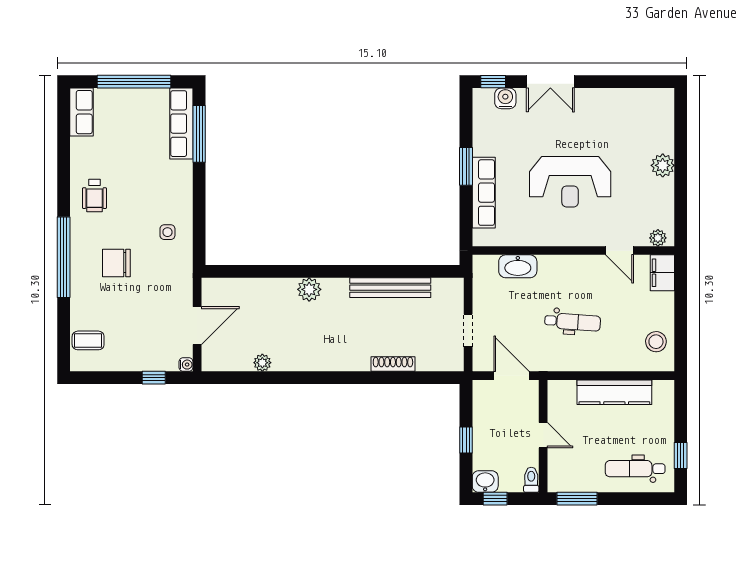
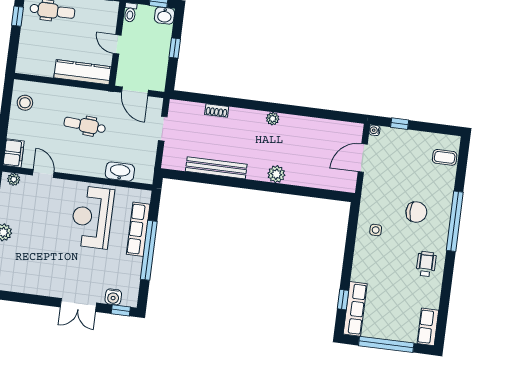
double door: (550, 82) -> (78, 305), swing flipped
window: (199, 134) -> (343, 300), width x0.46
window: (466, 166) -> (149, 250), width x2.11
reception desk: (570, 182) -> (92, 217), moved, turned -90
plant: (262, 363) -> (273, 119), moved
shoe rack: (393, 364) -> (217, 111), width x0.70
kitchen counter: (614, 392) -> (83, 72), moved

